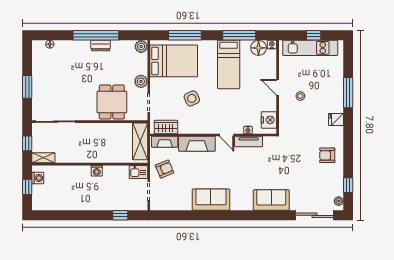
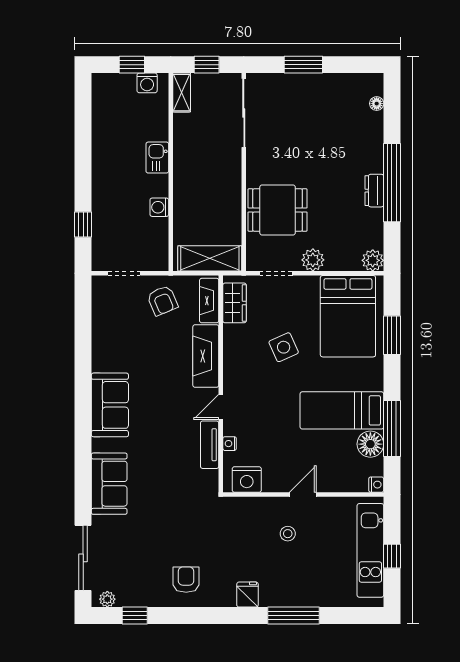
window: (185, 35) -> (392, 335), width x0.69
floor lamp: (259, 48) -> (370, 444), moved
washing machine: (97, 171) -> (159, 207), moved
kitchen sink: (138, 172) -> (157, 158), moved
sofa: (211, 200) -> (110, 405), moved

